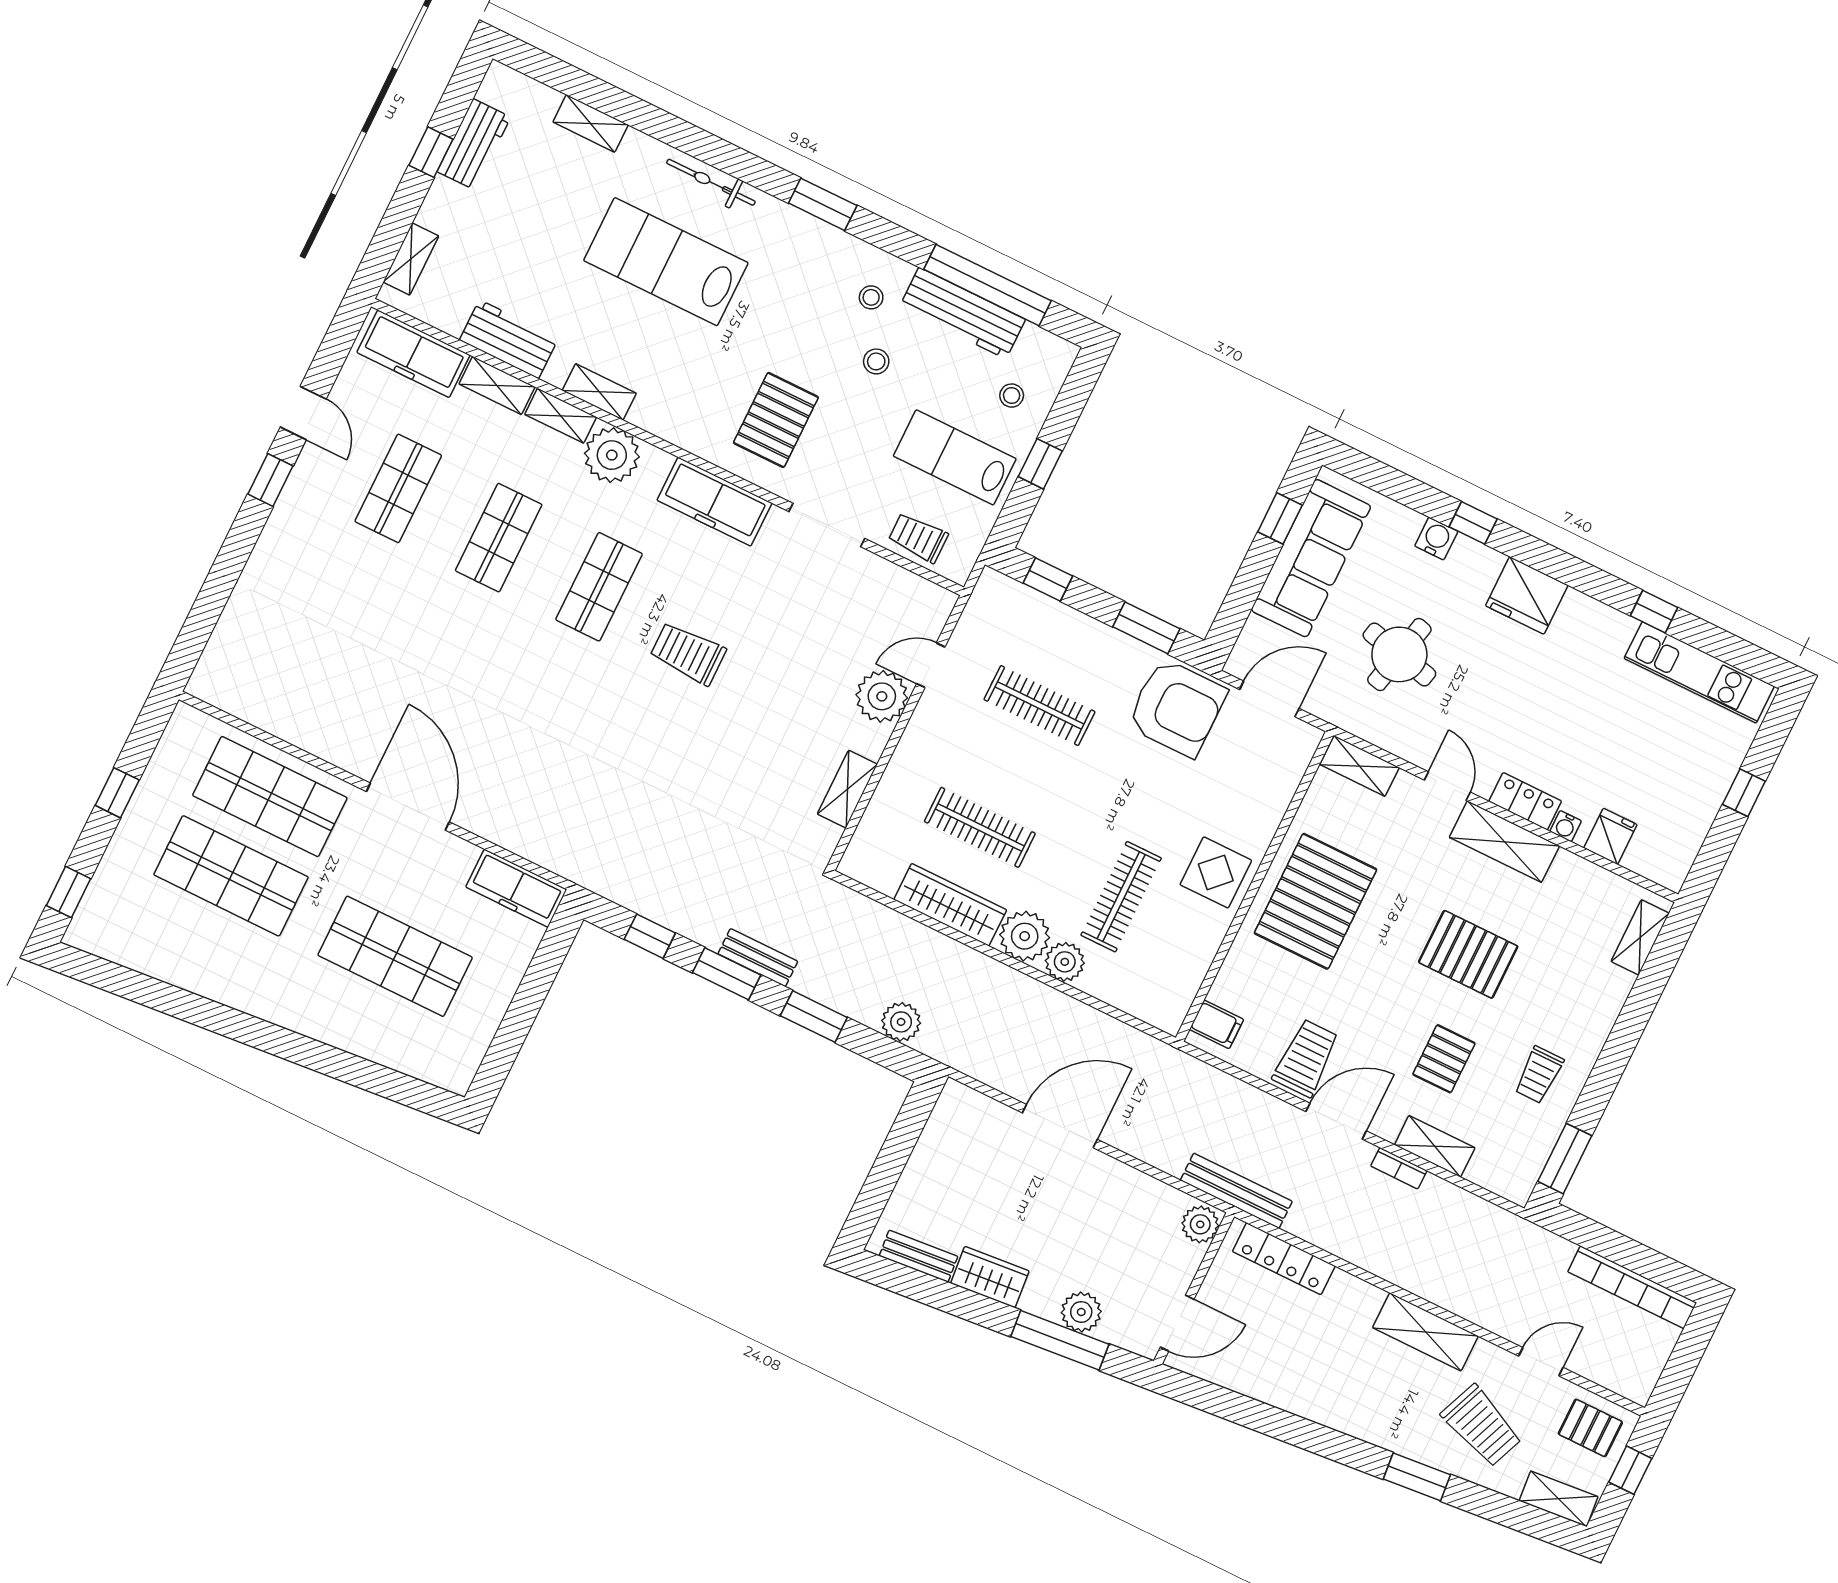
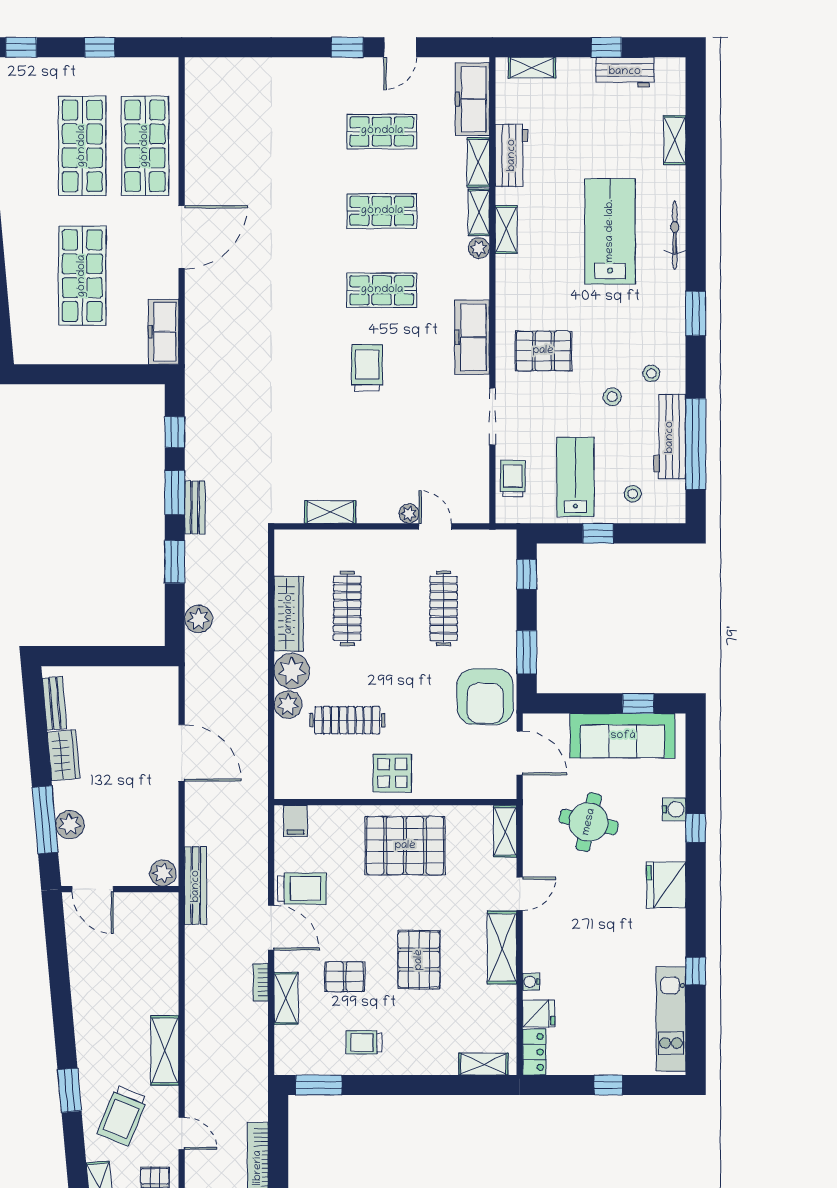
plant: (612, 455) -> (479, 248), width x0.53, depth x0.53
plant: (882, 696) -> (409, 514), width x0.53, depth x0.53
locker: (1525, 801) -> (534, 1052), moved
locker: (1284, 1259) -> (167, 937), removed

